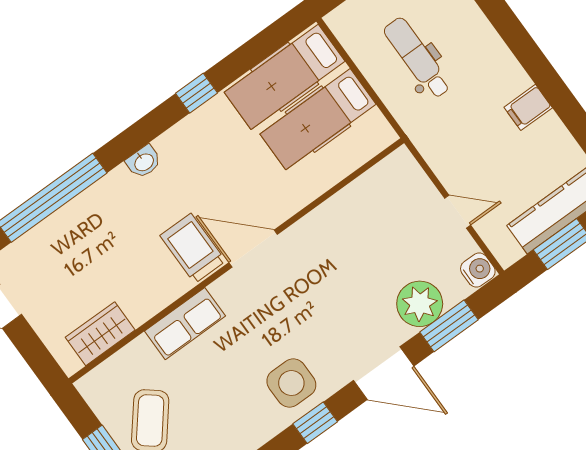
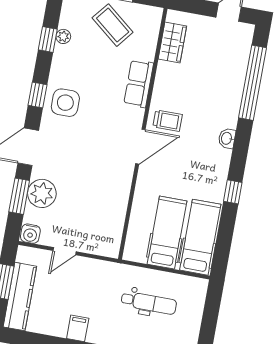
trolley: (193, 248) -> (168, 121), width x0.73, depth x0.72

